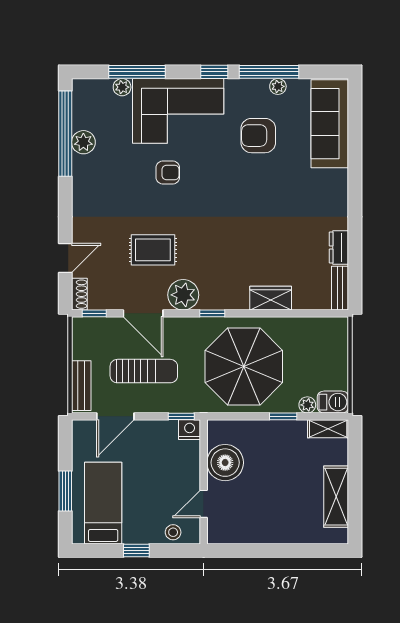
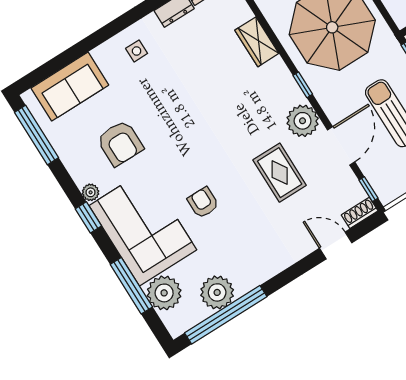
window: (269, 72) -> (36, 135), moved
plant: (278, 86) -> (91, 192), moved
plant: (122, 87) -> (164, 293), width x1.88, depth x1.88
sofa: (330, 124) -> (70, 87), width x0.73
plant: (83, 142) -> (217, 292), width x1.36, depth x1.36
side table: (325, 196) -> (137, 51), added

